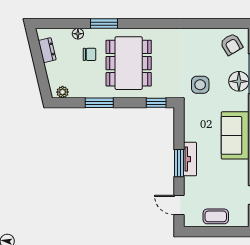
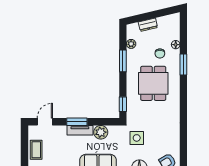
dresser: (47, 50) -> (148, 25), moved
dining table: (129, 63) -> (153, 83), width x0.73
plant: (63, 92) -> (131, 44), moved
plant: (193, 132) -> (101, 132), added

